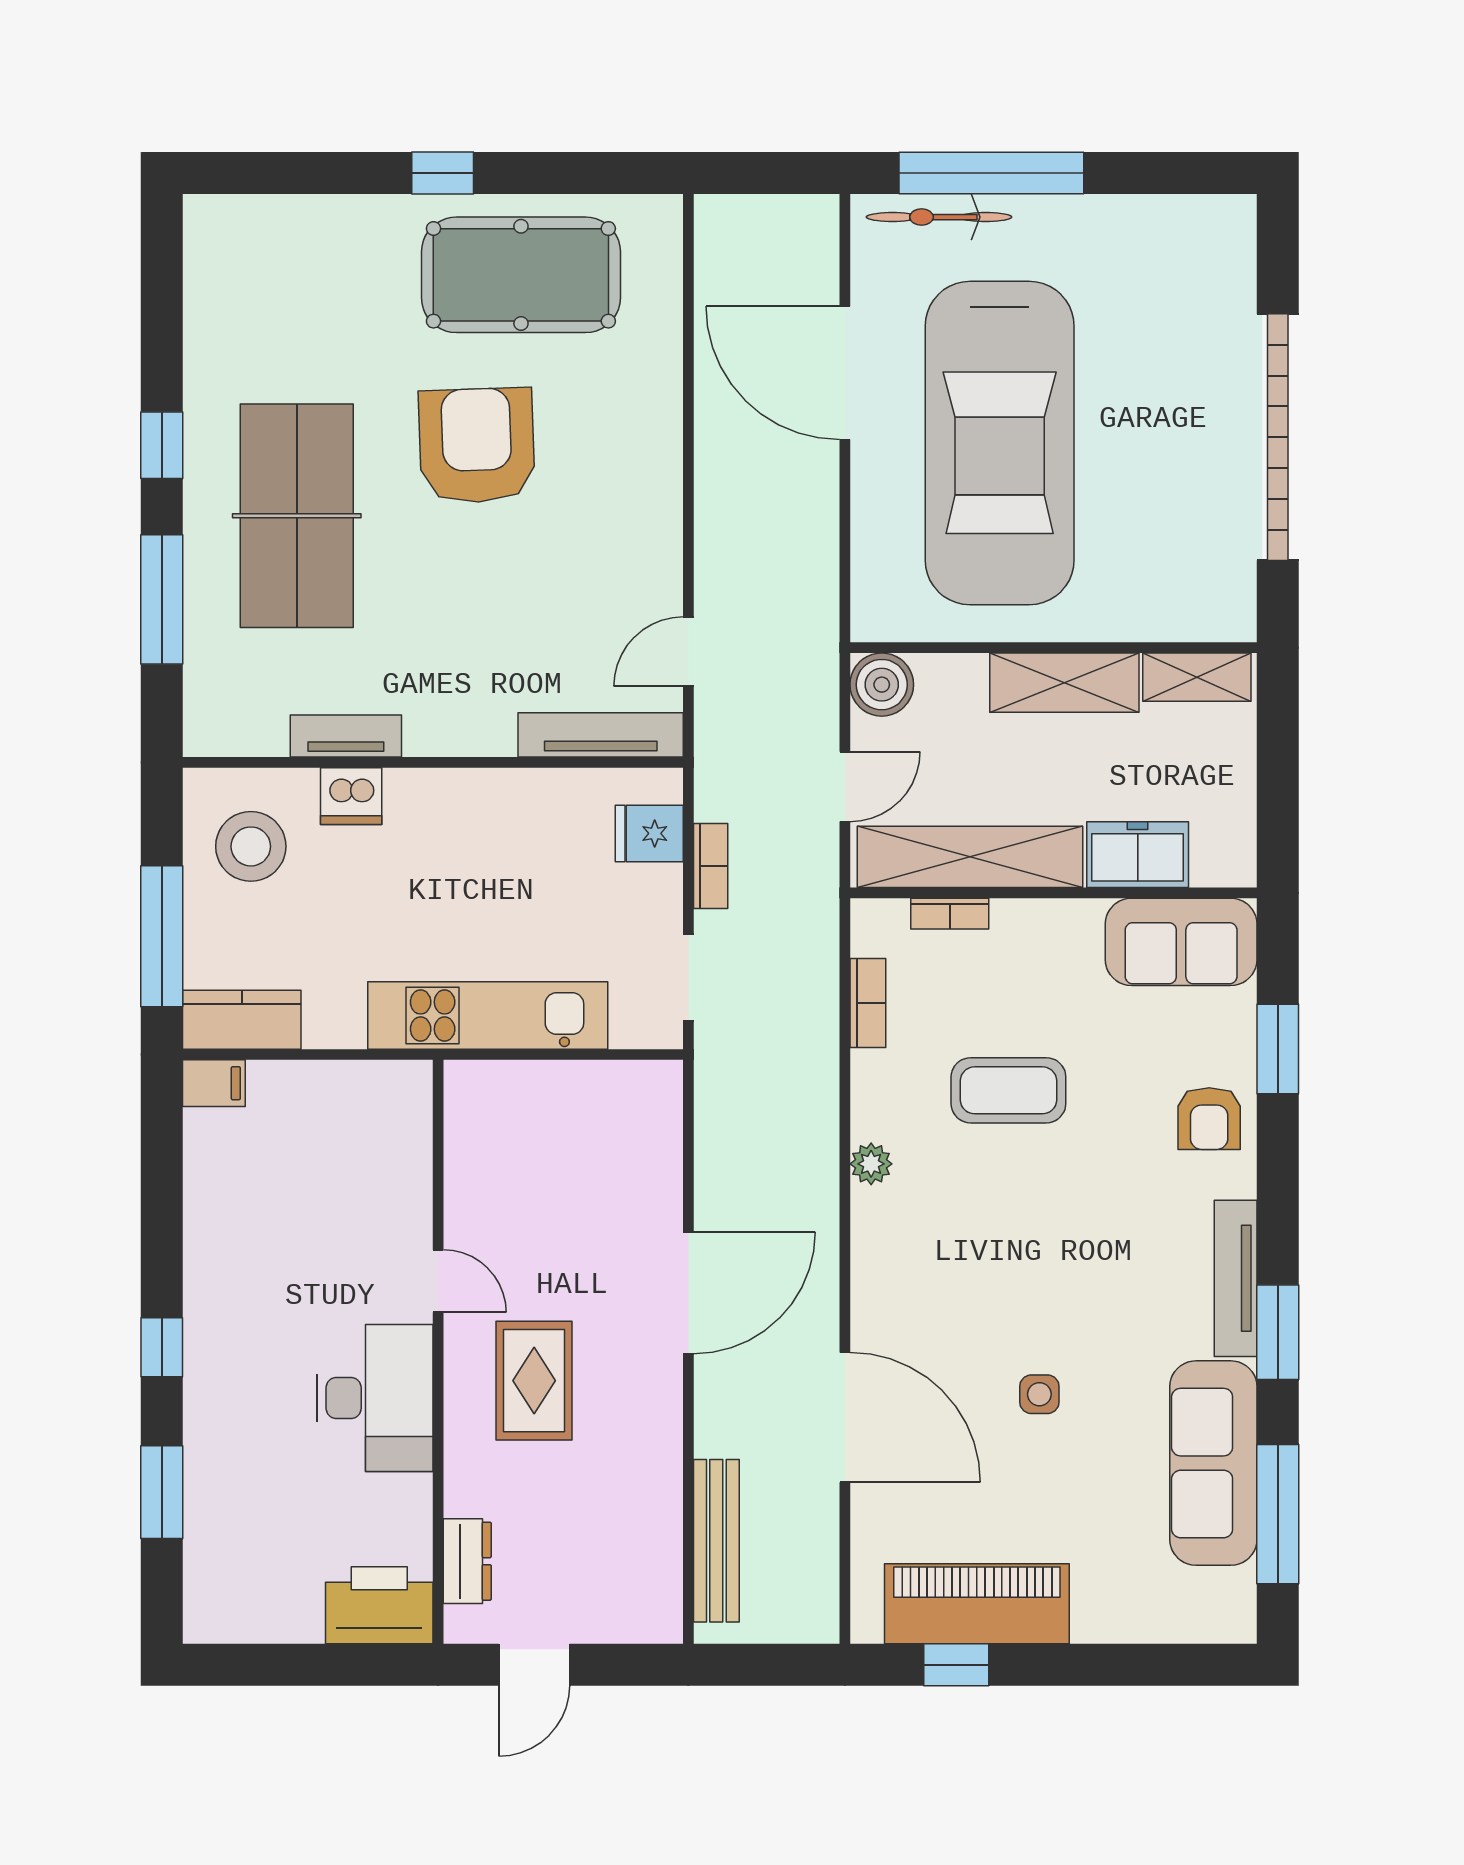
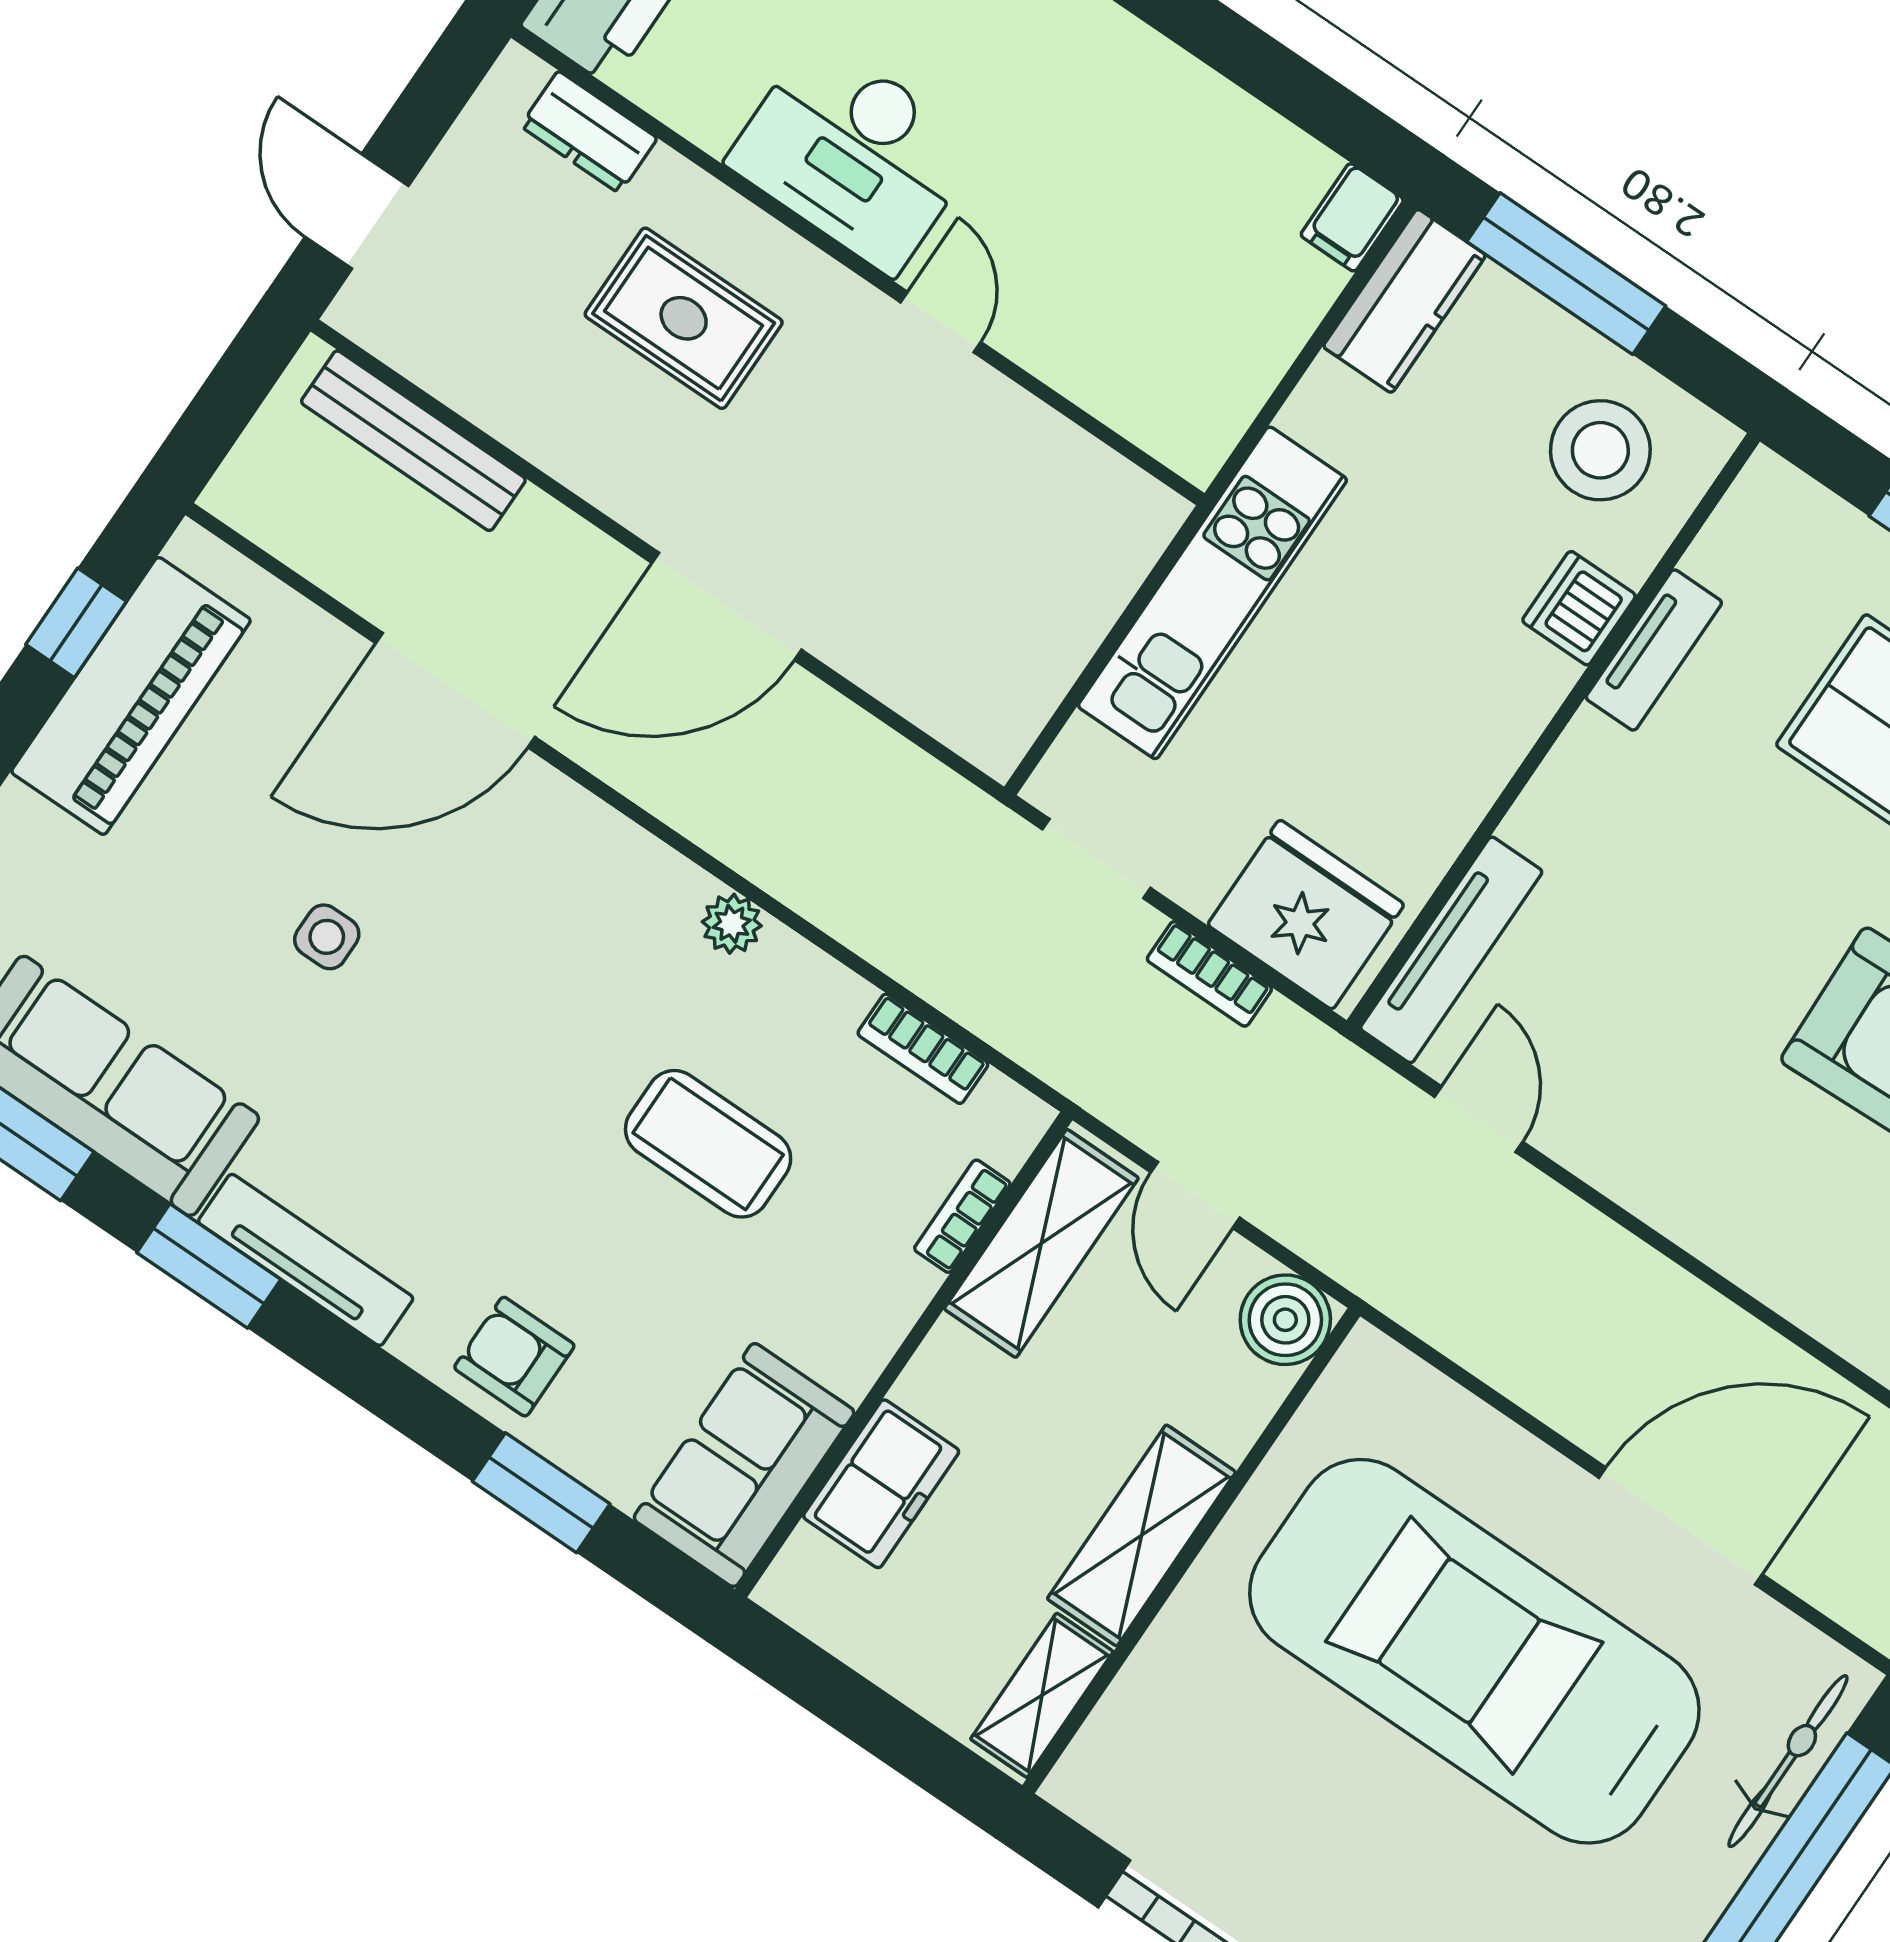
fridge: (649, 833) -> (1306, 915), width x1.88, depth x1.34
shelving: (970, 857) -> (1041, 1243), width x0.68
coffee table: (1008, 1090) -> (708, 1144), turned 90
door: (438, 1281) -> (941, 322), swing flipped
door: (688, 1293) -> (727, 606), hinge flipped
rug: (534, 1381) -> (684, 318), moved
door: (534, 1665) -> (357, 211), moved

